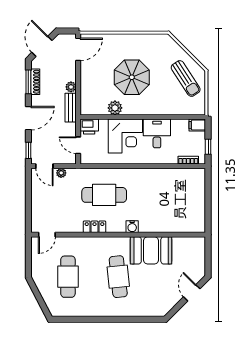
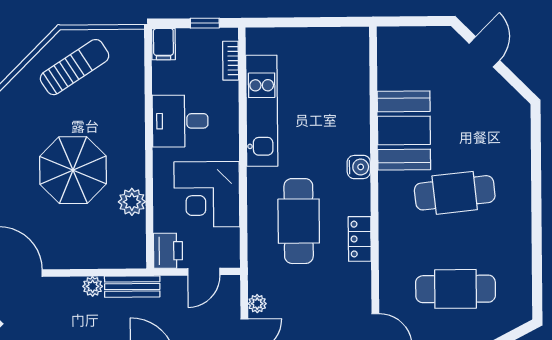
corner desk: (125, 136) -> (207, 194), moved, turned 180
kitchen unit: (162, 176) -> (262, 111), added
door: (192, 293) -> (484, 52), swing flipped

